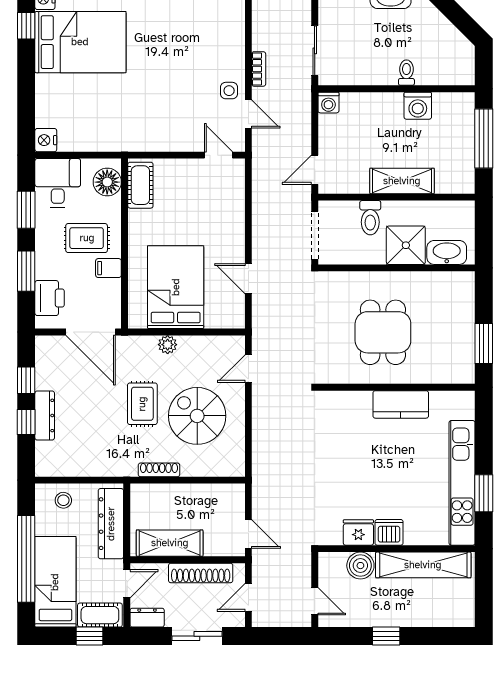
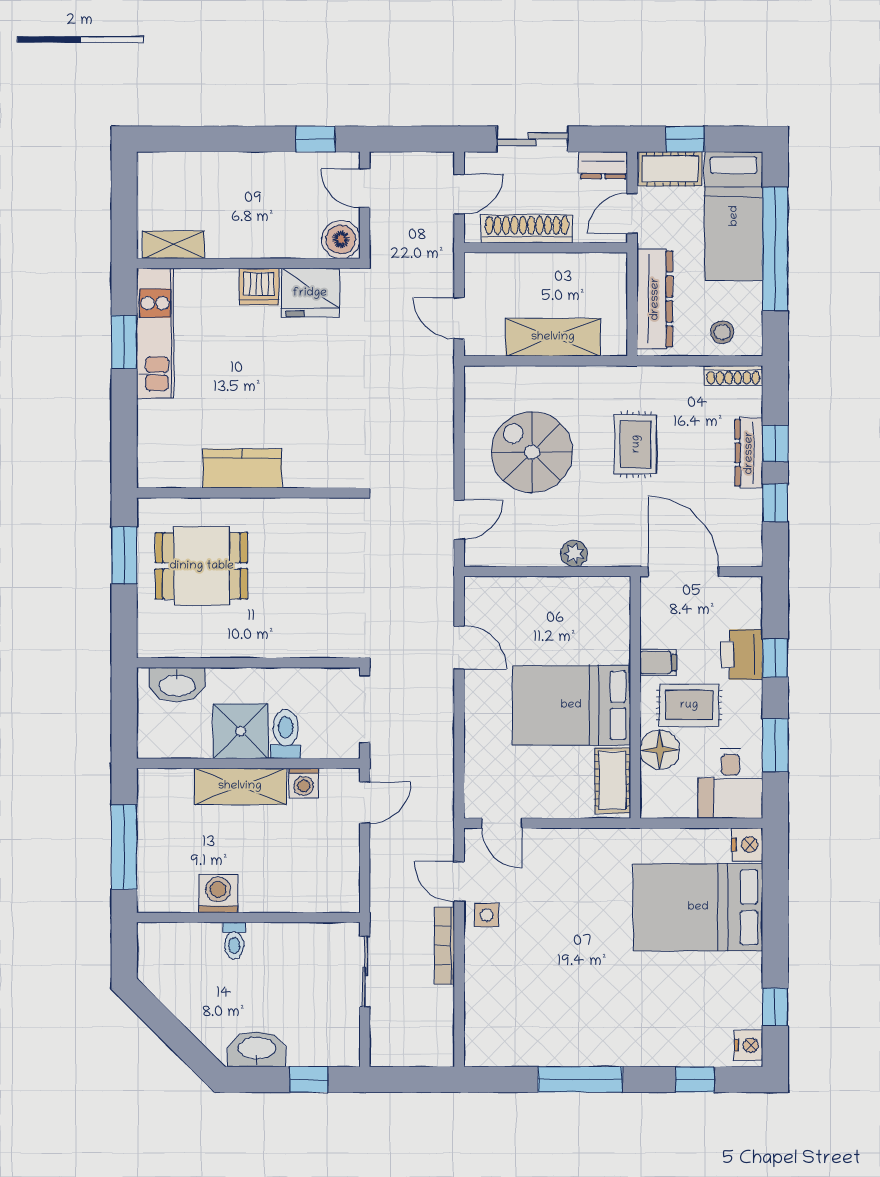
bed: (80, 42) -> (698, 907), moved
bookcase: (259, 69) -> (444, 946), width x1.56
washing machine: (328, 103) -> (304, 783), moved, turned 180
floor lamp: (107, 182) -> (660, 750), moved
shower: (406, 245) -> (241, 731), moved
window: (26, 271) -> (775, 658), width x0.67
bed: (176, 287) -> (571, 705), moved, turned 90
printer: (50, 298) -> (742, 654), moved
dining table: (383, 332) -> (202, 566), moved, turned 90
rug: (142, 404) -> (636, 444), moved
spiral stairs: (197, 416) -> (532, 452), turned 180
shoe rack: (159, 470) -> (733, 375), moved
kitchen unit: (462, 483) -> (155, 333), width x0.73
fridge: (358, 532) -> (310, 293), width x1.36, depth x1.34
door: (248, 534) -> (459, 318), moved
shelving: (170, 543) -> (553, 337), moved
shelving: (423, 565) -> (173, 245), width x0.45, depth x0.75
boiler: (360, 566) -> (341, 239), moved
window: (386, 636) -> (315, 139), moved

